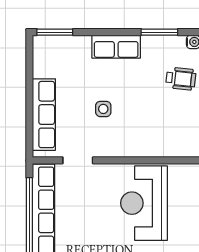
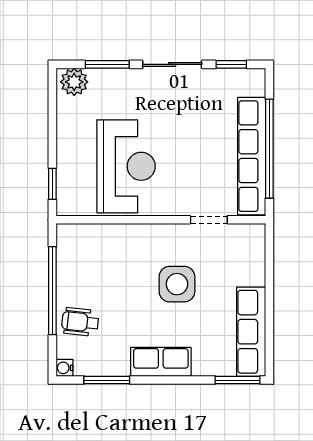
side table: (103, 109) -> (177, 284), width x1.87, depth x1.87
row of seats: (44, 115) -> (251, 332), moved

